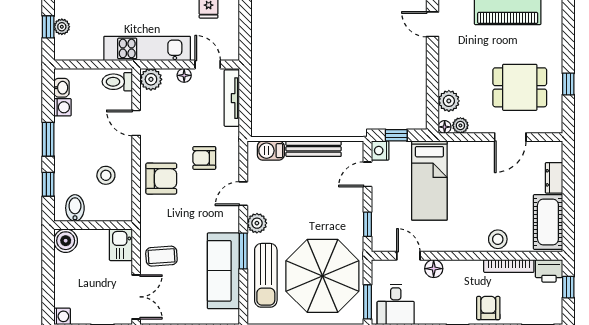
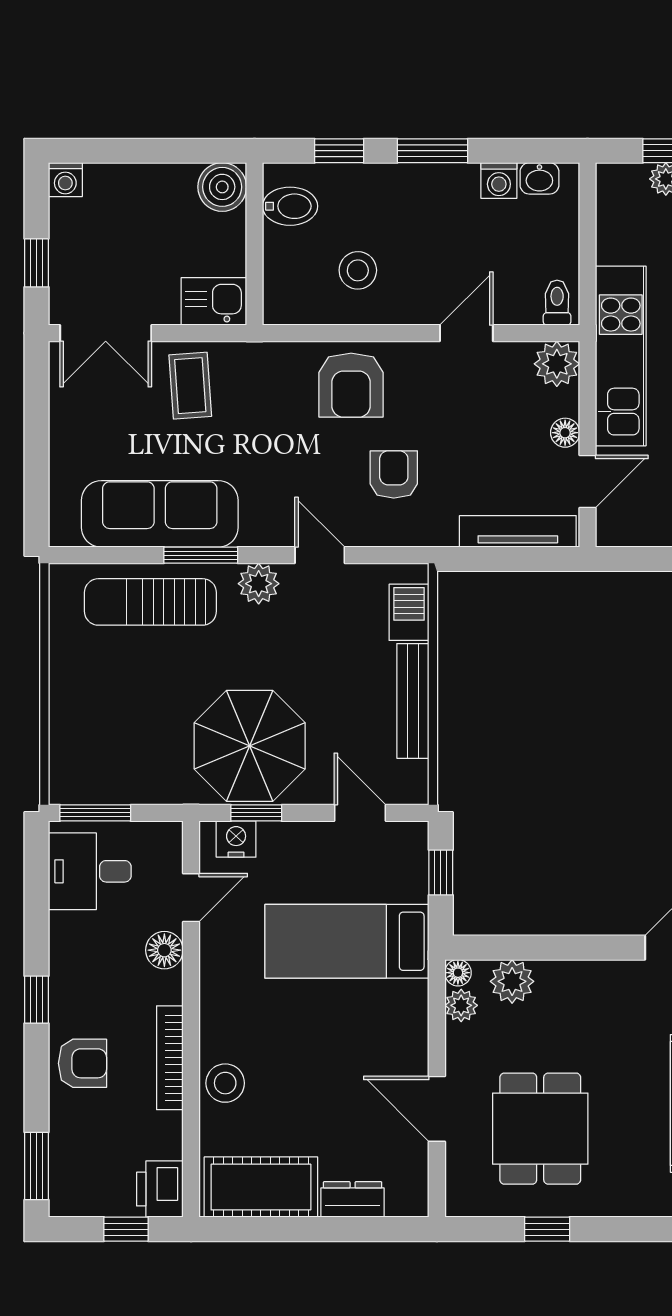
toilet: (117, 82) -> (557, 303), width x0.73, depth x0.72
nightstand: (380, 151) -> (236, 839), moved
bookcase: (509, 266) -> (170, 1058), moved
parasol: (322, 276) -> (250, 746), moved, width x0.73, depth x0.73

